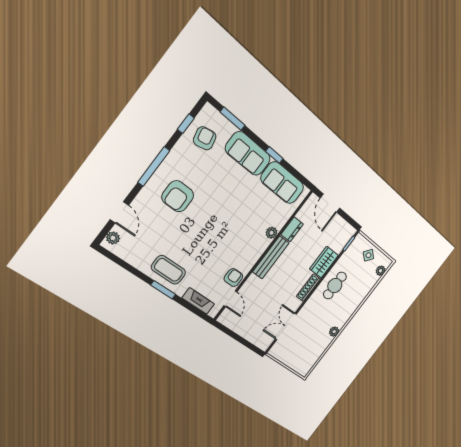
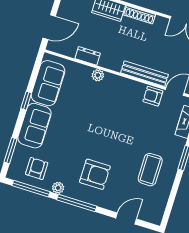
window: (186, 124) -> (31, 189), width x2.17
armchair: (205, 138) -> (37, 168), turned 102
plant: (113, 238) -> (58, 188), moved
bench: (271, 257) -> (144, 74), moved
coffee table: (168, 270) -> (150, 170), moved

